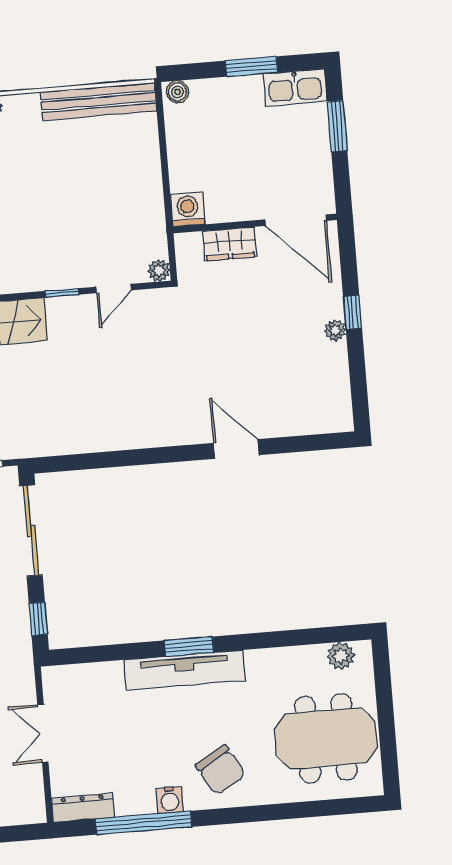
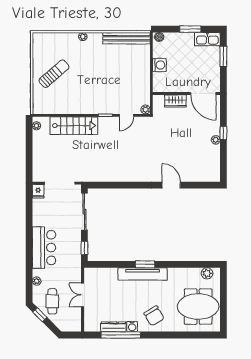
washing machine: (188, 209) -> (159, 65), moved, turned 90
dresser: (83, 808) -> (113, 327), moved

